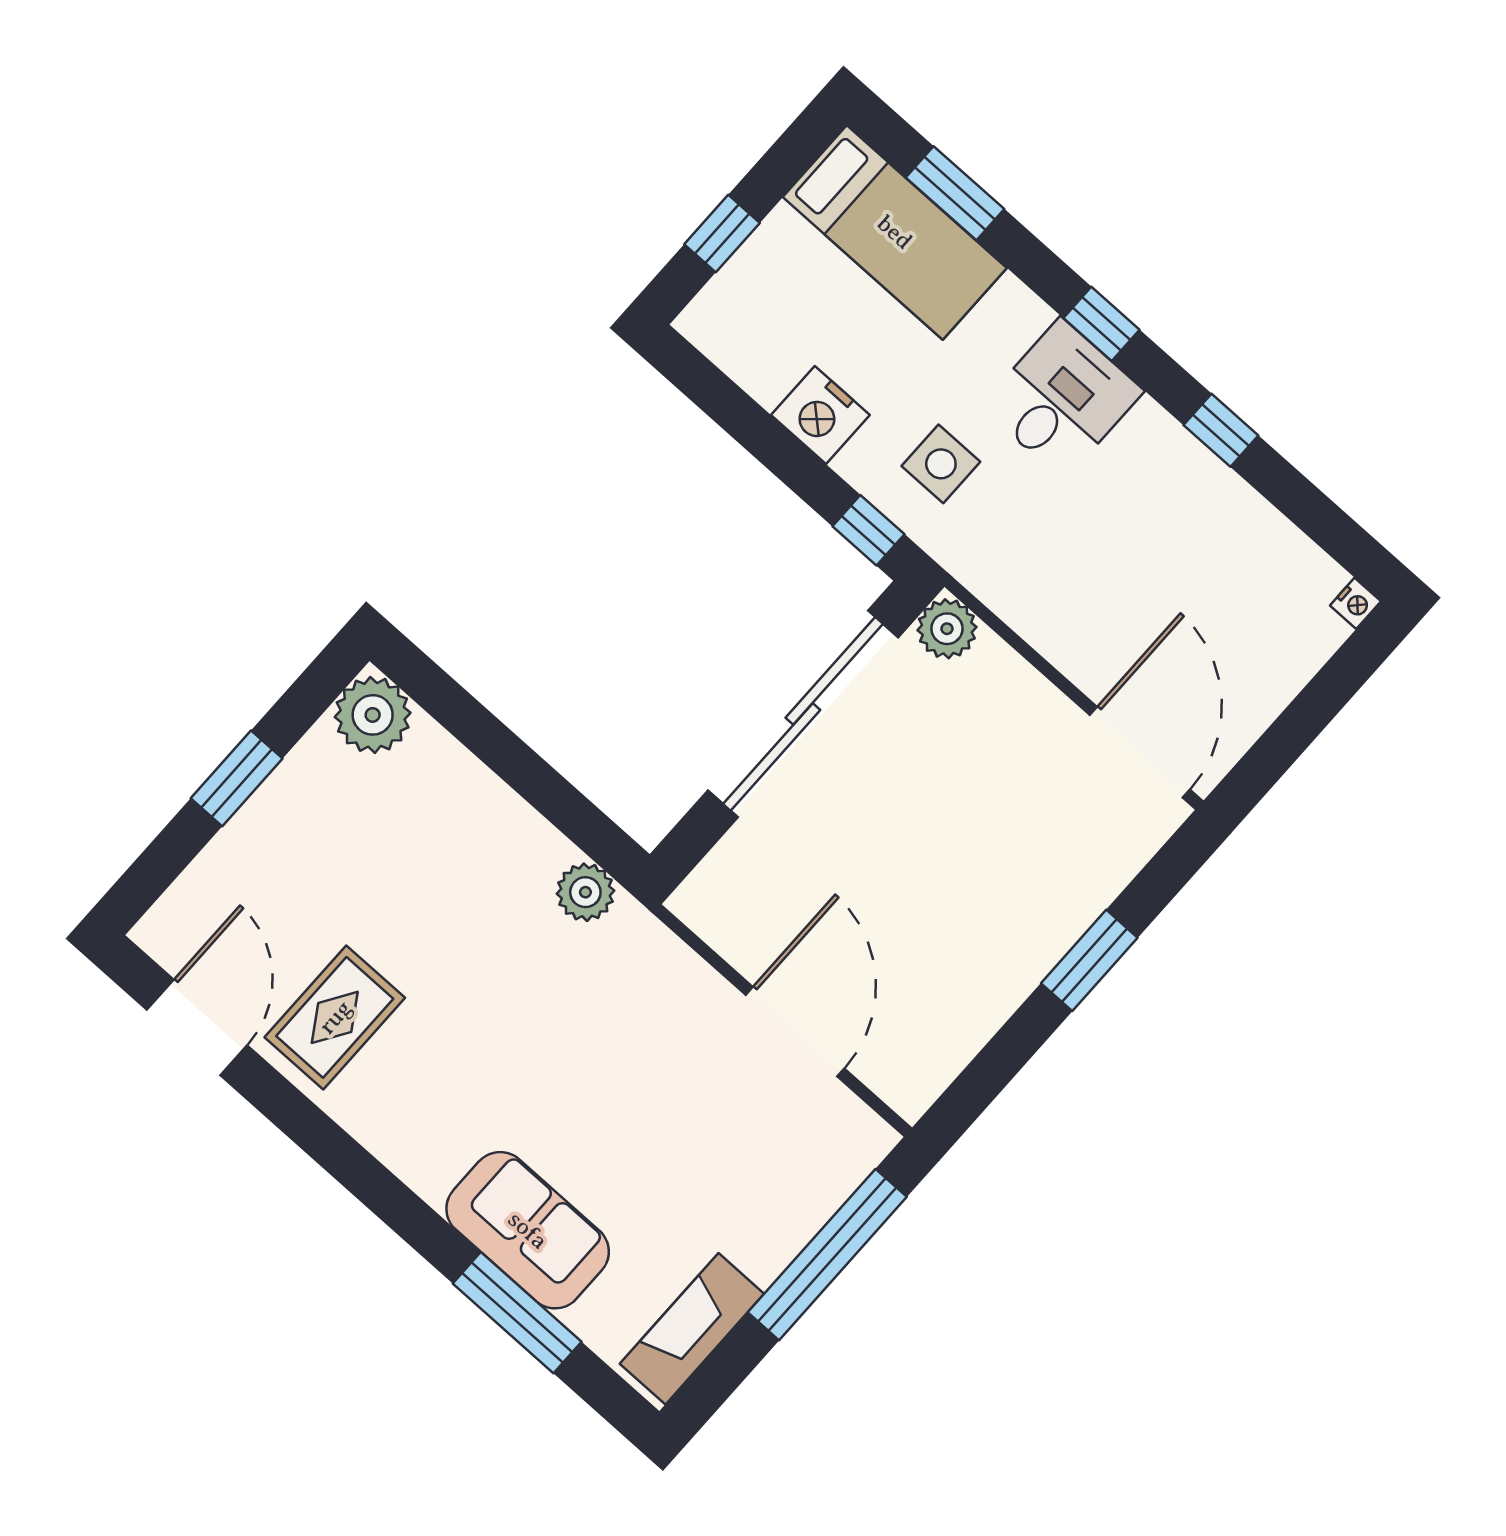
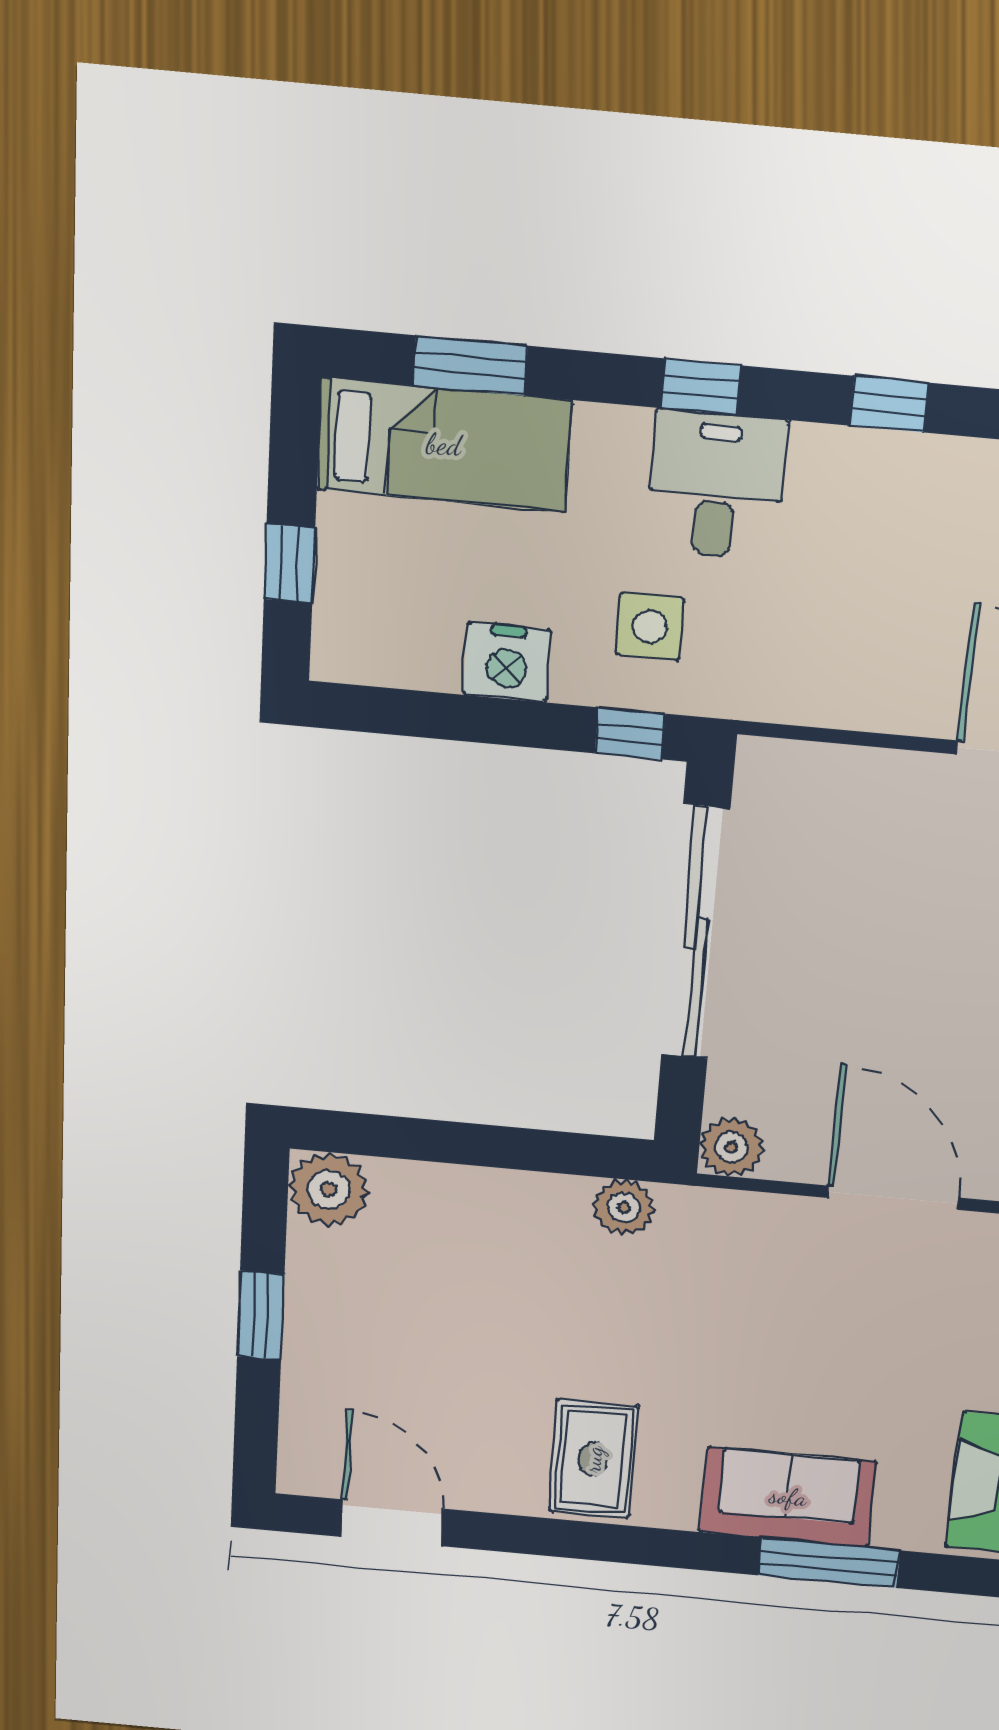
plant: (947, 629) -> (731, 1147), moved
rug: (335, 1017) -> (593, 1459), moved

